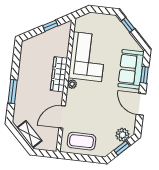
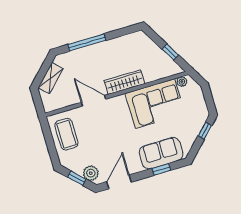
plant: (72, 84) -> (182, 82), moved
window: (13, 92) -> (87, 42), width x1.44
door: (141, 104) -> (119, 182), moved
door: (62, 117) -> (93, 101), moved

